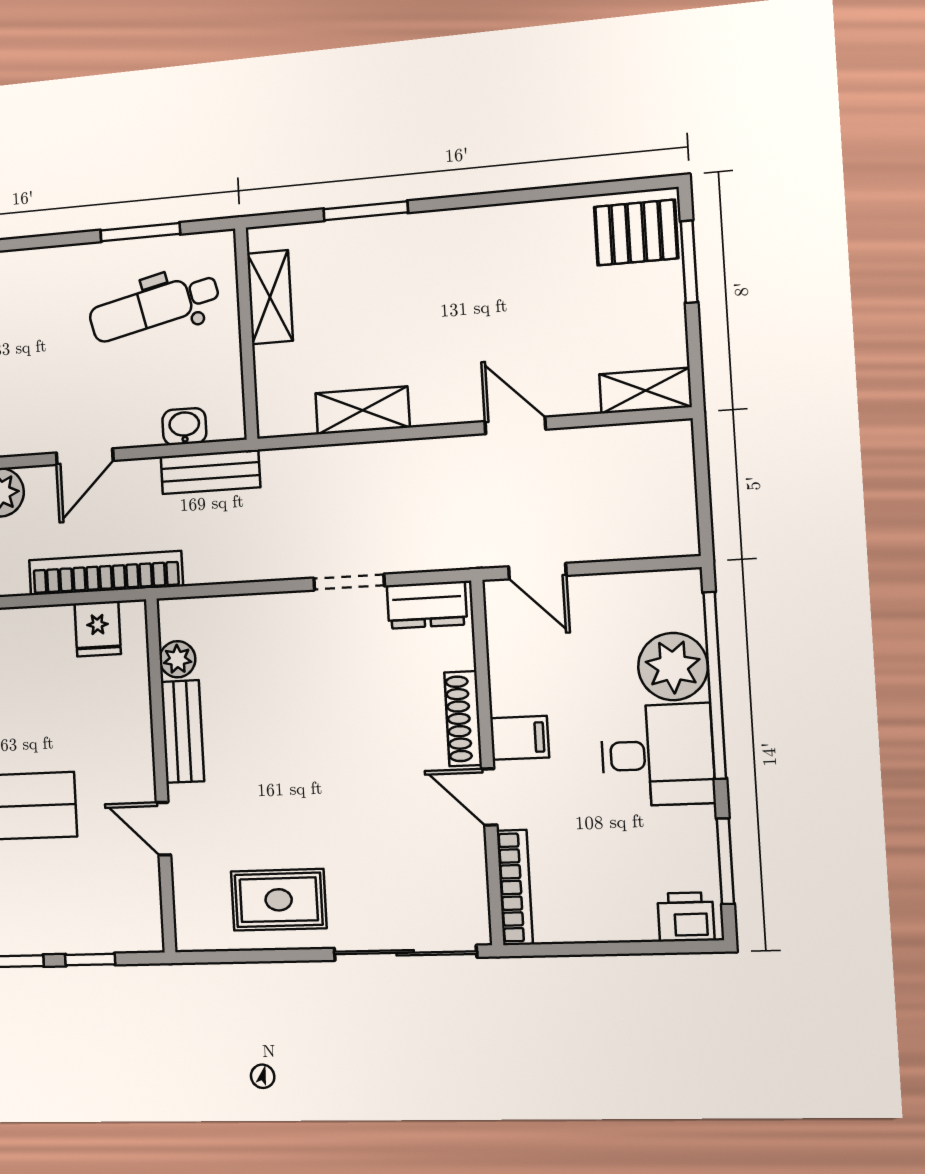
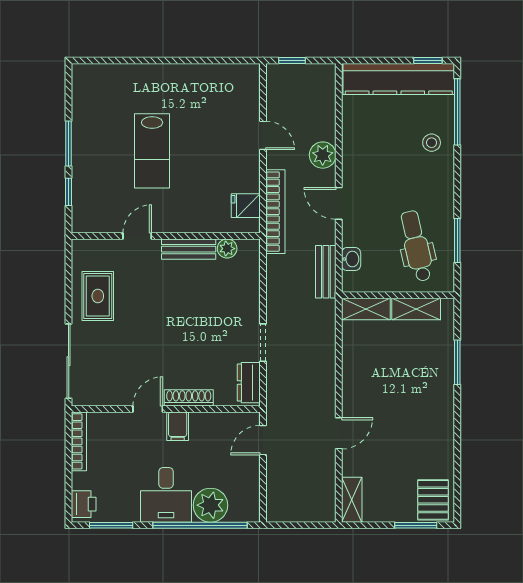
shelving: (362, 410) -> (366, 309), moved, turned 90
bookcase: (515, 887) -> (79, 441), moved, turned -90

